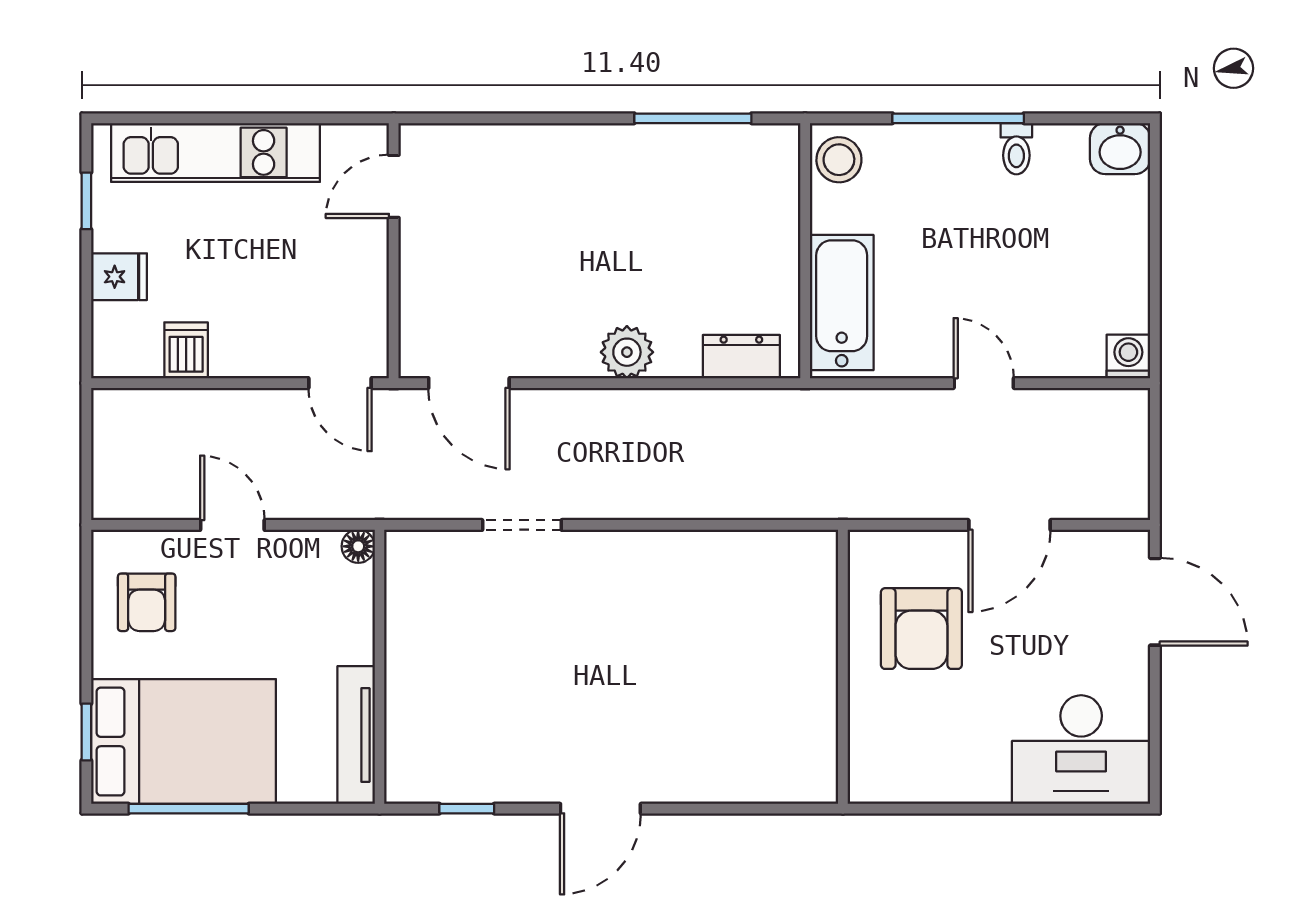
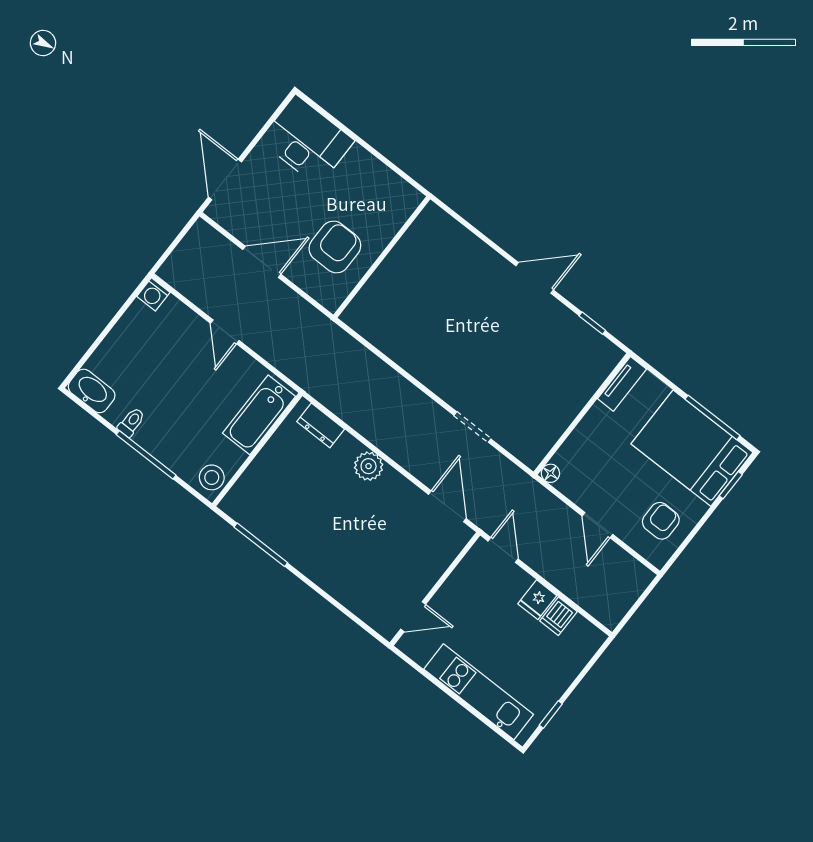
washbasin: (1120, 149) -> (92, 391), width x1.38
fridge: (119, 277) -> (537, 600), moved, turned -90
tv unit: (356, 735) -> (622, 384), width x0.71

